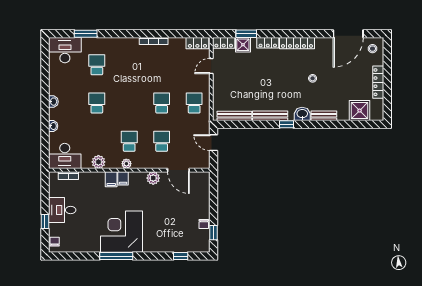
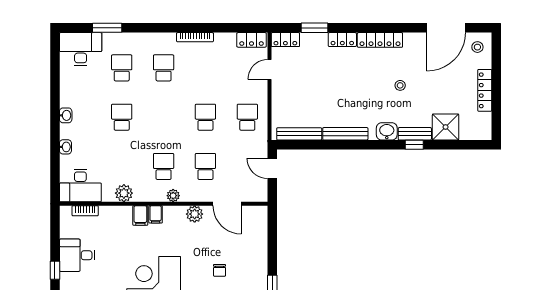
shower: (243, 45) -> (310, 42), removed
school desk: (129, 65) -> (164, 68), added
shower: (360, 111) -> (446, 127), moved
window: (287, 124) -> (414, 145), moved
plant: (126, 164) -> (173, 196), moved
chair: (204, 224) -> (220, 270), moved

